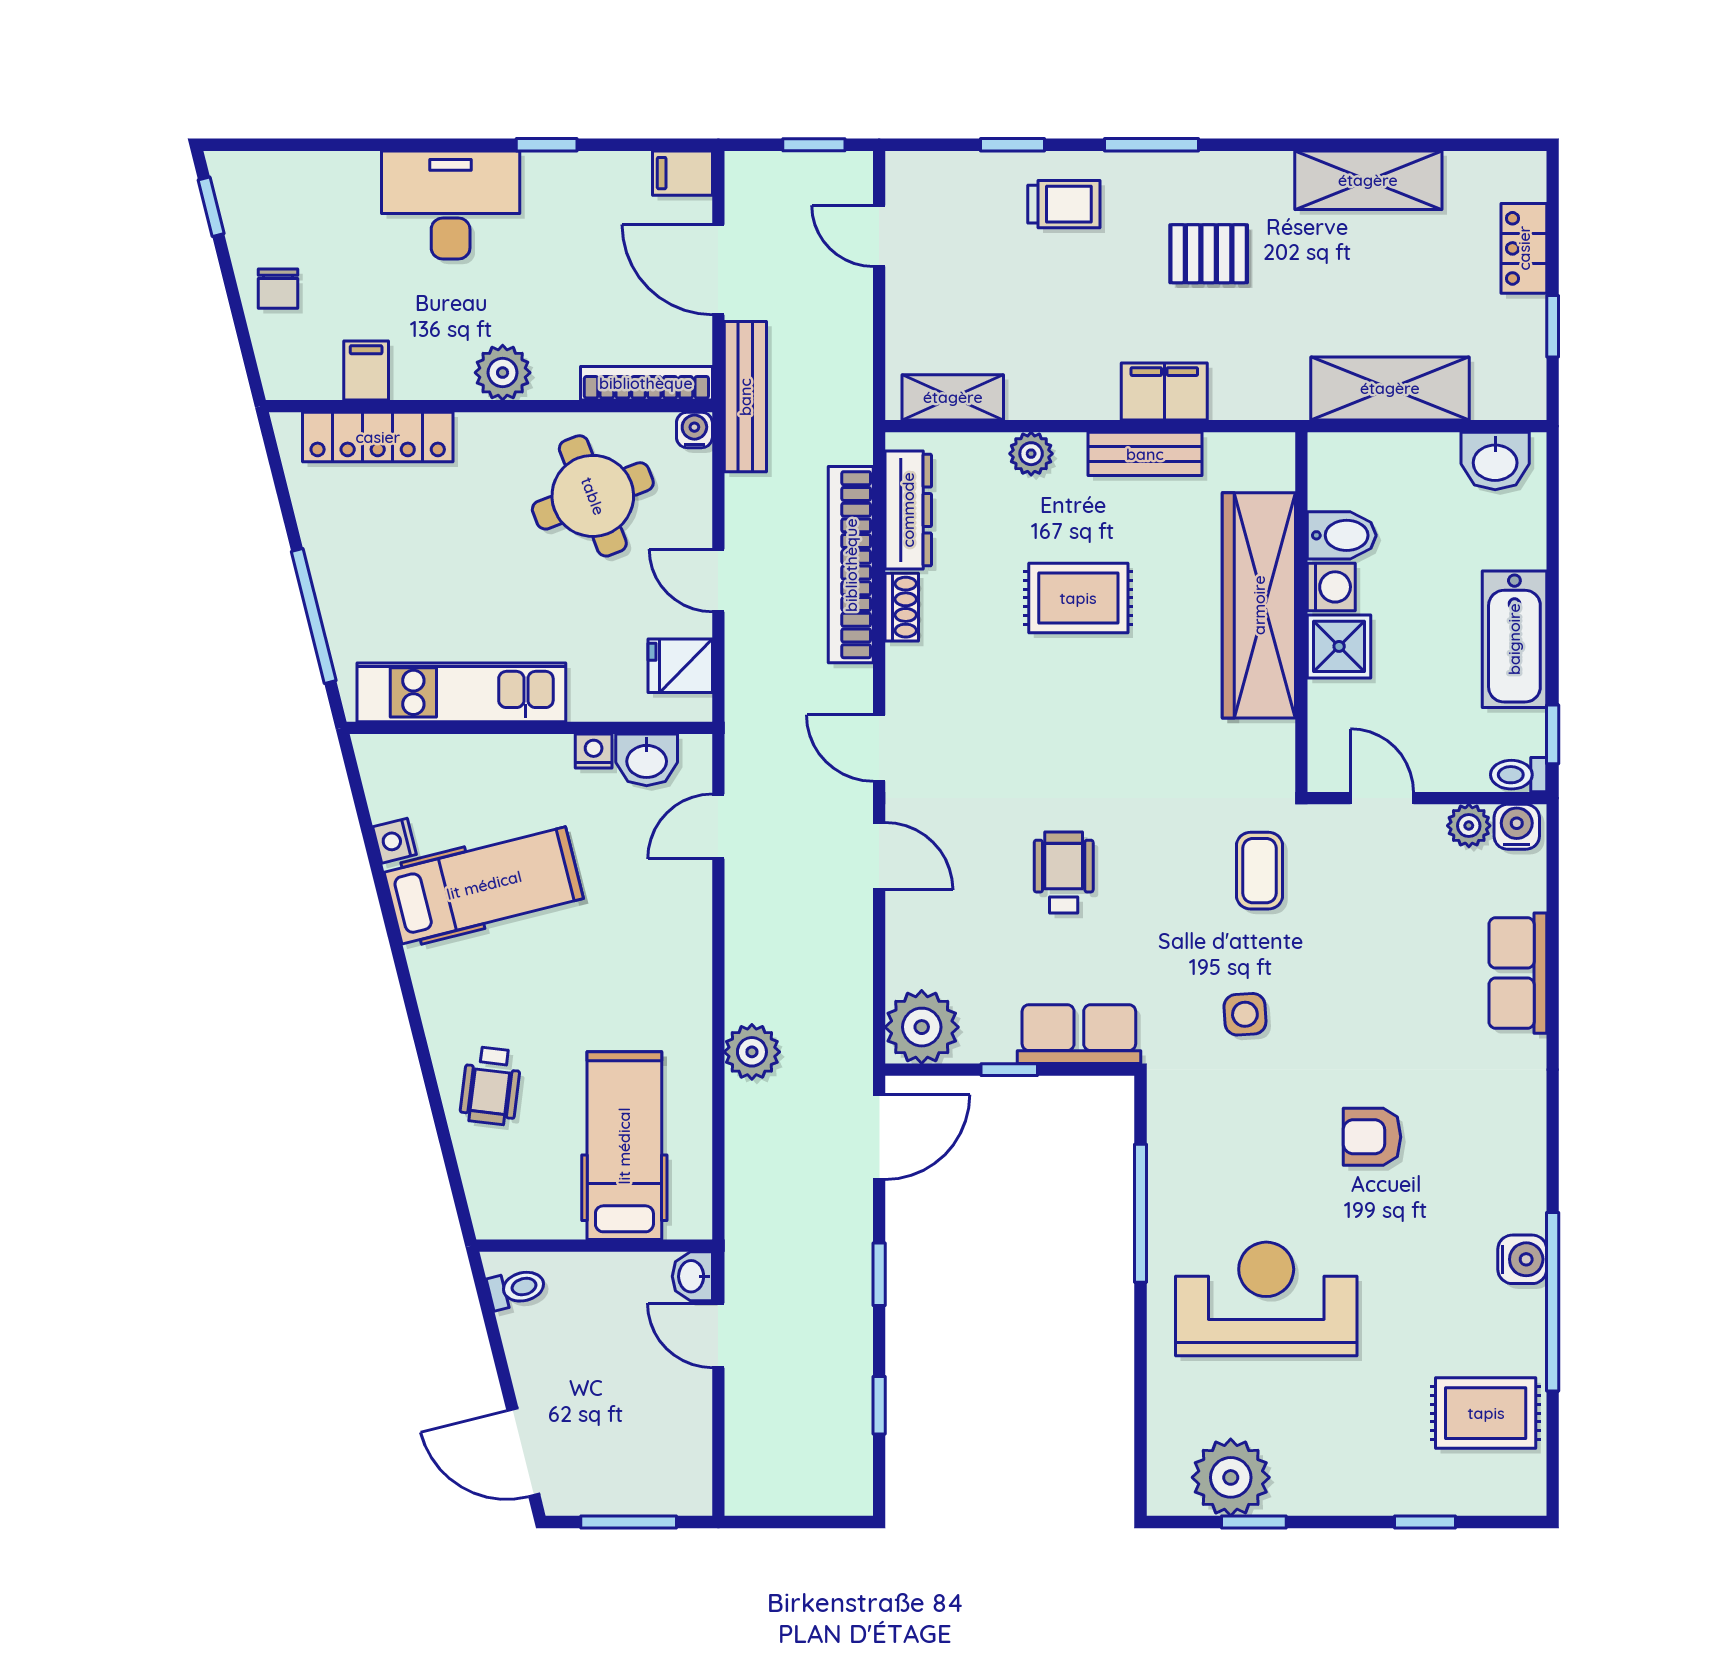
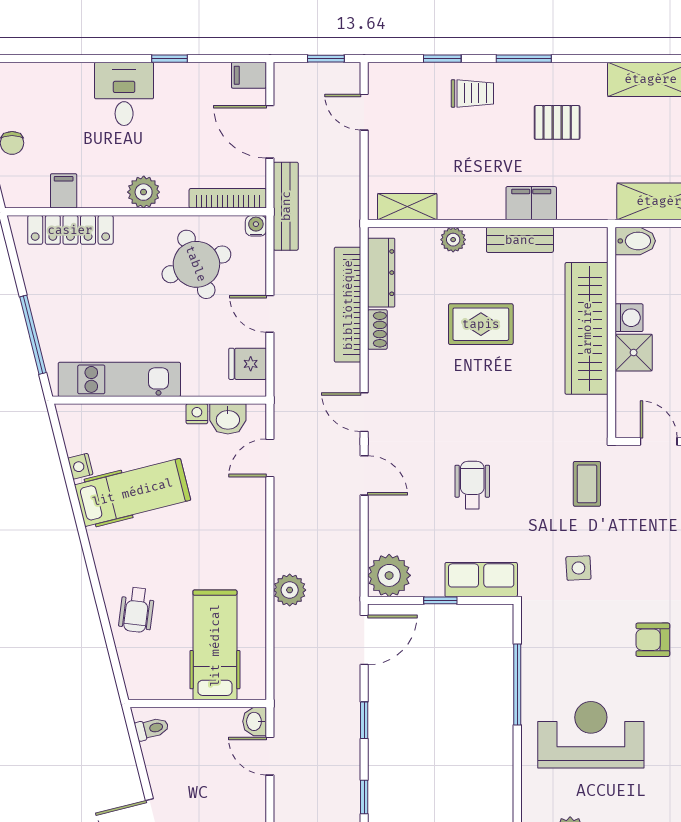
desk: (451, 205) -> (124, 94), width x0.73
bidet: (1342, 535) -> (635, 241), moved

